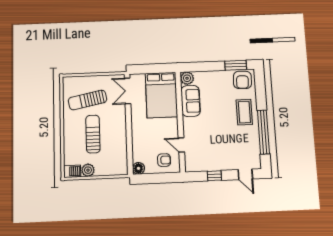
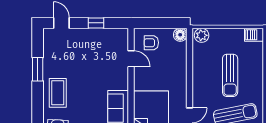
window: (263, 132) -> (38, 69), width x0.47
plant: (88, 170) -> (202, 35), moved

